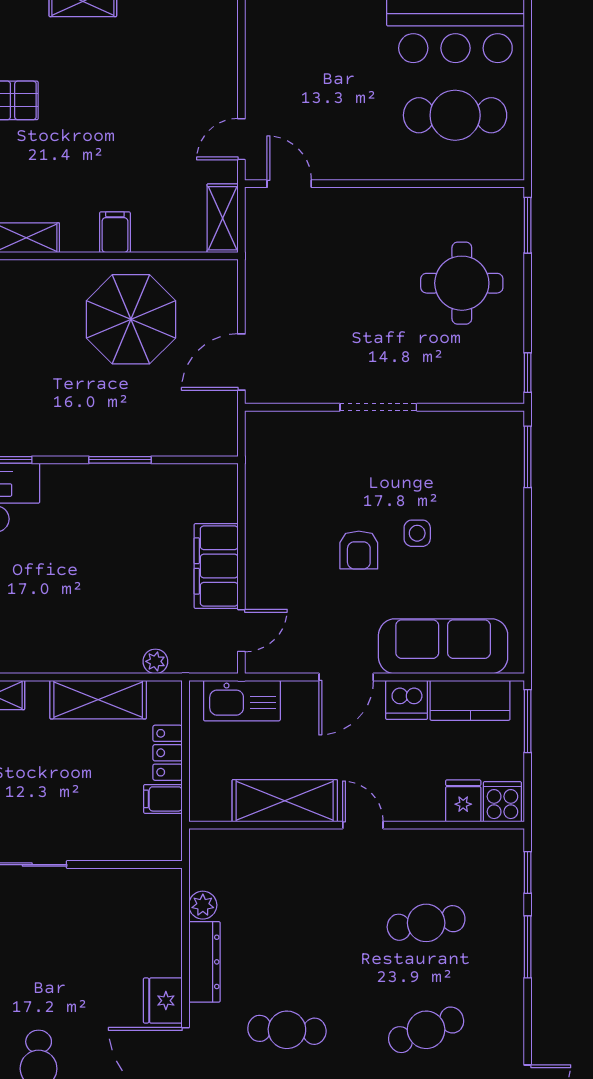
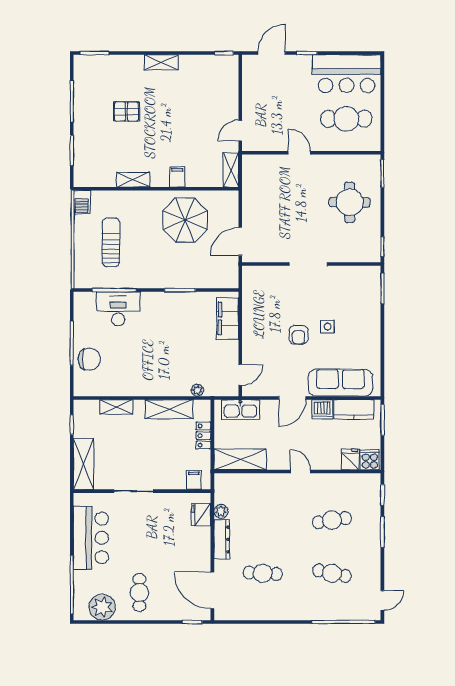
door: (289, 184) -> (299, 153), moved
filing cabinet: (216, 566) -> (228, 319), moved
filing cabinet: (163, 799) -> (194, 480), moved, turned 90
shelving: (285, 801) -> (240, 459), moved
fridge: (163, 1001) -> (201, 515), moved
cafe table: (426, 1030) -> (332, 573), turned 33

